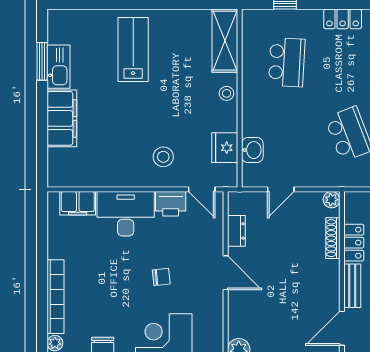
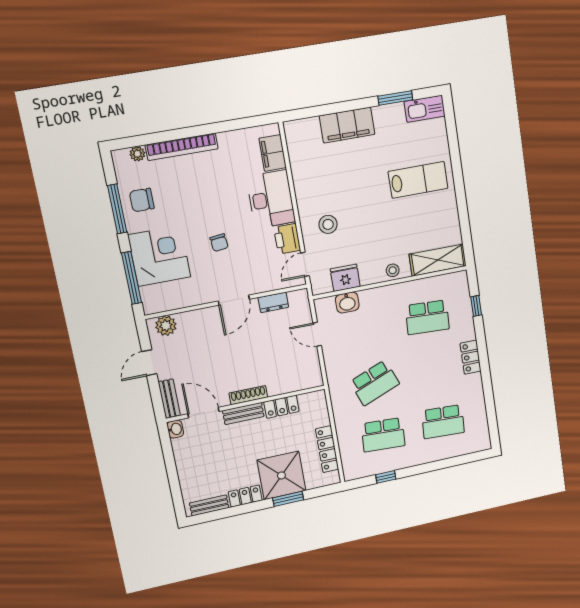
kitchen sink: (59, 67) -> (425, 109), moved
plant: (332, 200) -> (316, 380), removed
shoe rack: (333, 238) -> (248, 395), moved

